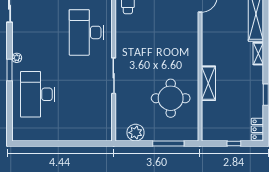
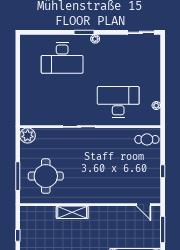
desk: (38, 94) -> (62, 58), turned 180
round table: (171, 98) -> (46, 176), moved
plant: (136, 133) -> (28, 136), moved

